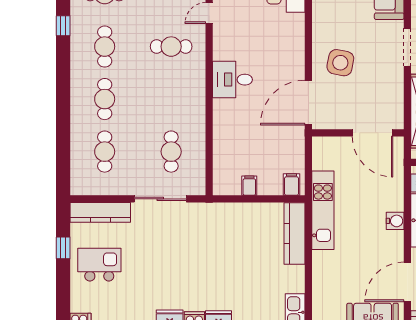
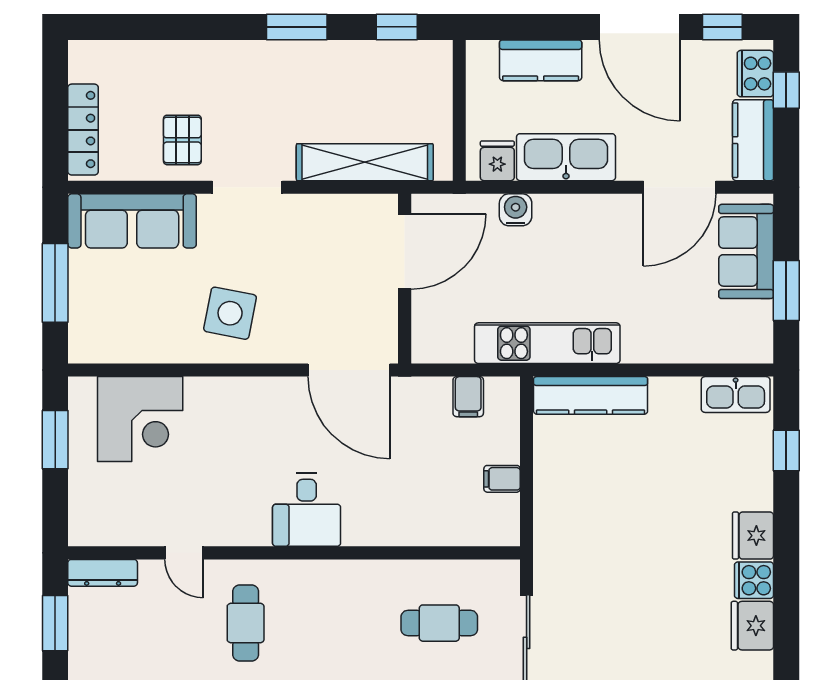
side table: (340, 63) -> (230, 313), moved
filing cabinet: (292, 184) -> (468, 397), moved, turned -90
water cooler: (395, 221) -> (516, 210), moved
door: (407, 282) -> (680, 187), hinge flipped

